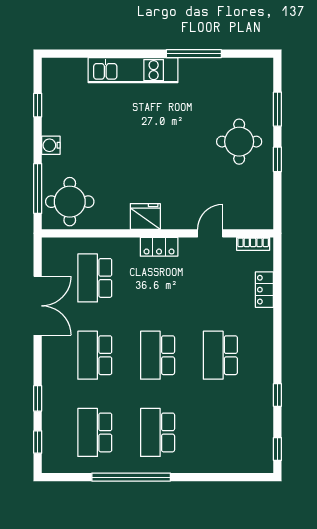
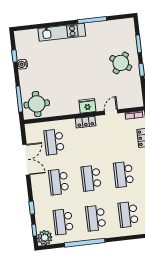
round table: (239, 142) -> (121, 63), turned 36
water cooler: (51, 145) -> (22, 64), moved
fridge: (145, 216) -> (87, 106), moved
school desk: (220, 432) -> (128, 214), added
plant: (56, 459) -> (45, 238), added

